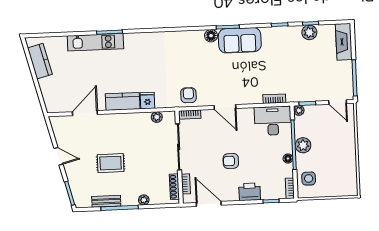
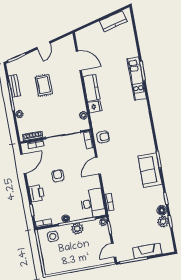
floor lamp: (211, 36) -> (162, 210), moved
kitchen unit: (95, 42) -> (137, 79), moved
fireplace: (344, 42) -> (147, 251), moved

